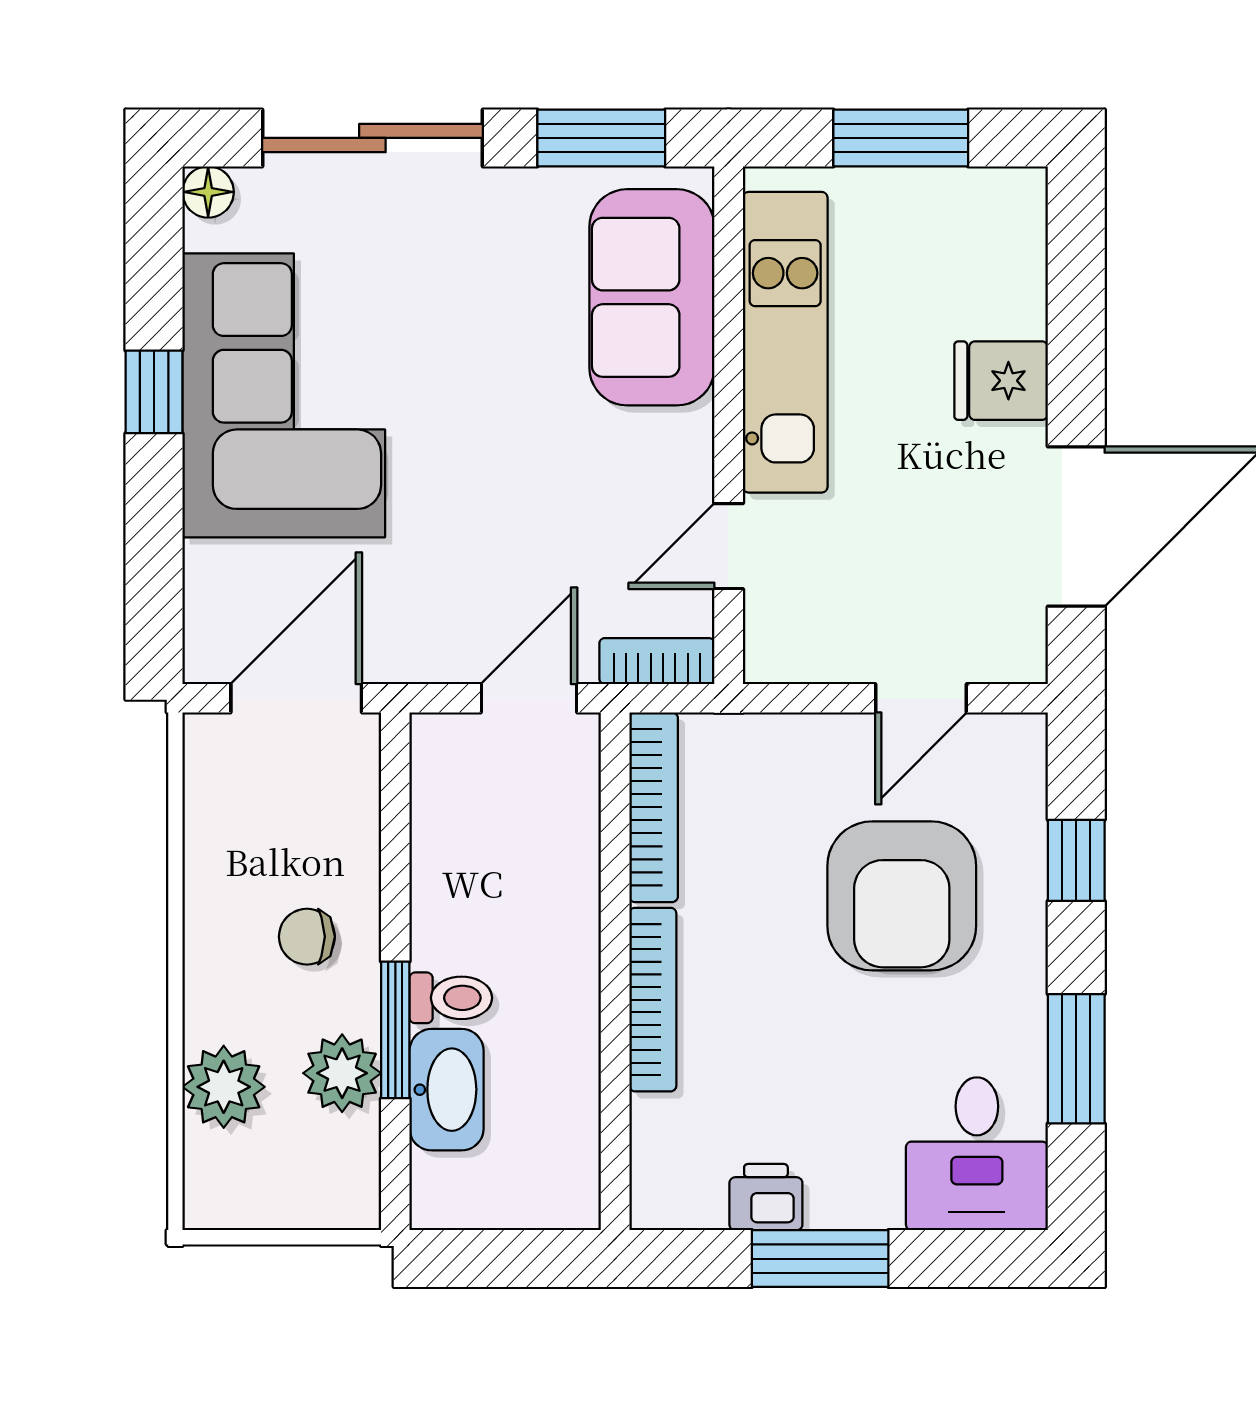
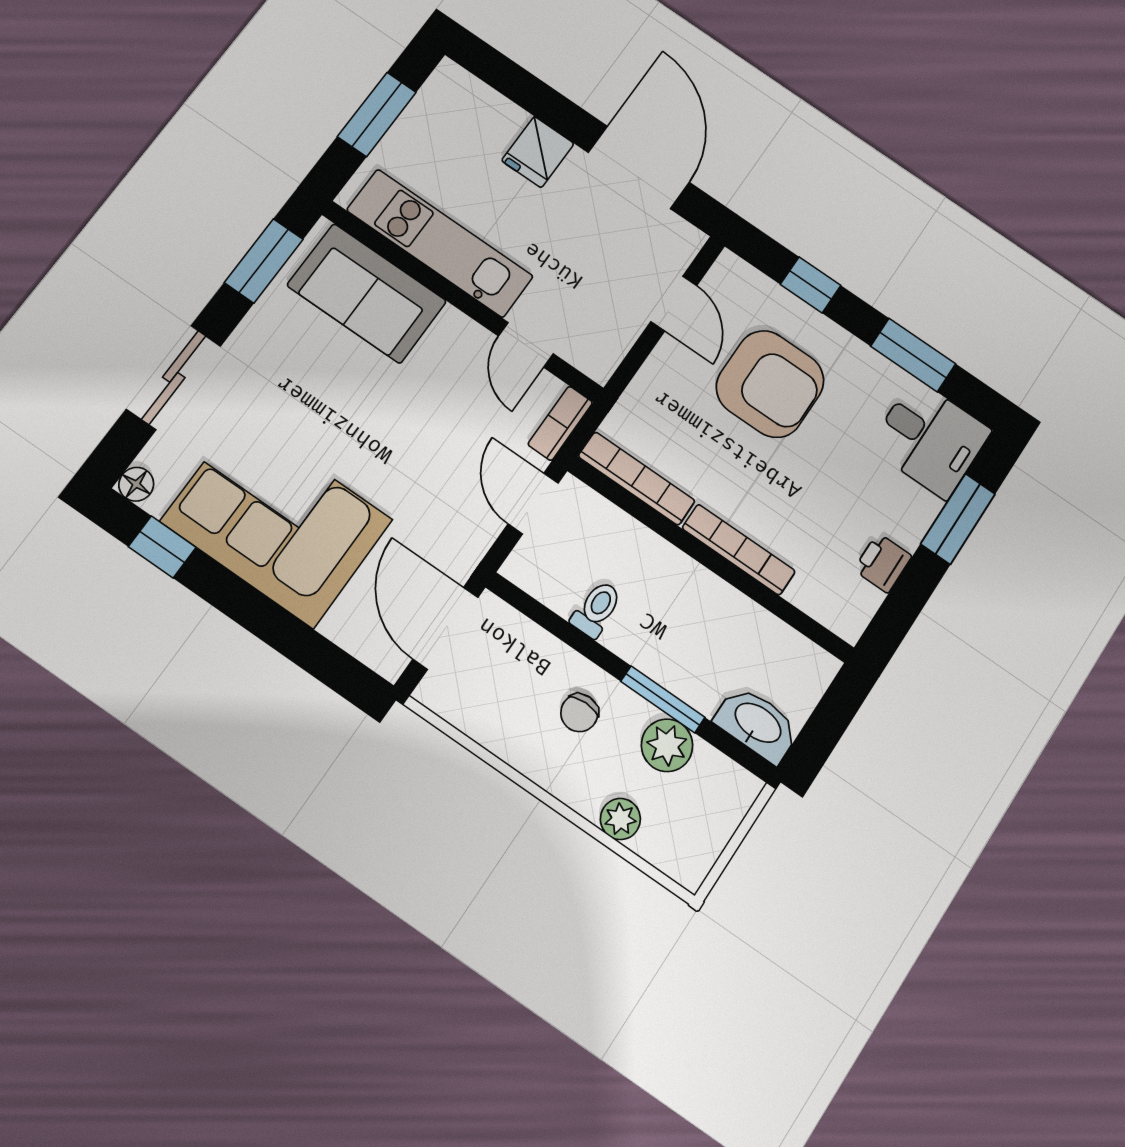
sliding door: (372, 138) -> (174, 377), width x0.73
window: (154, 392) -> (162, 547), moved
toilet: (451, 998) -> (597, 609), moved
plant: (224, 1087) -> (620, 819), width x0.73, depth x0.73
washbasin: (447, 1090) -> (757, 724), moved
window: (820, 1259) -> (958, 519), moved

